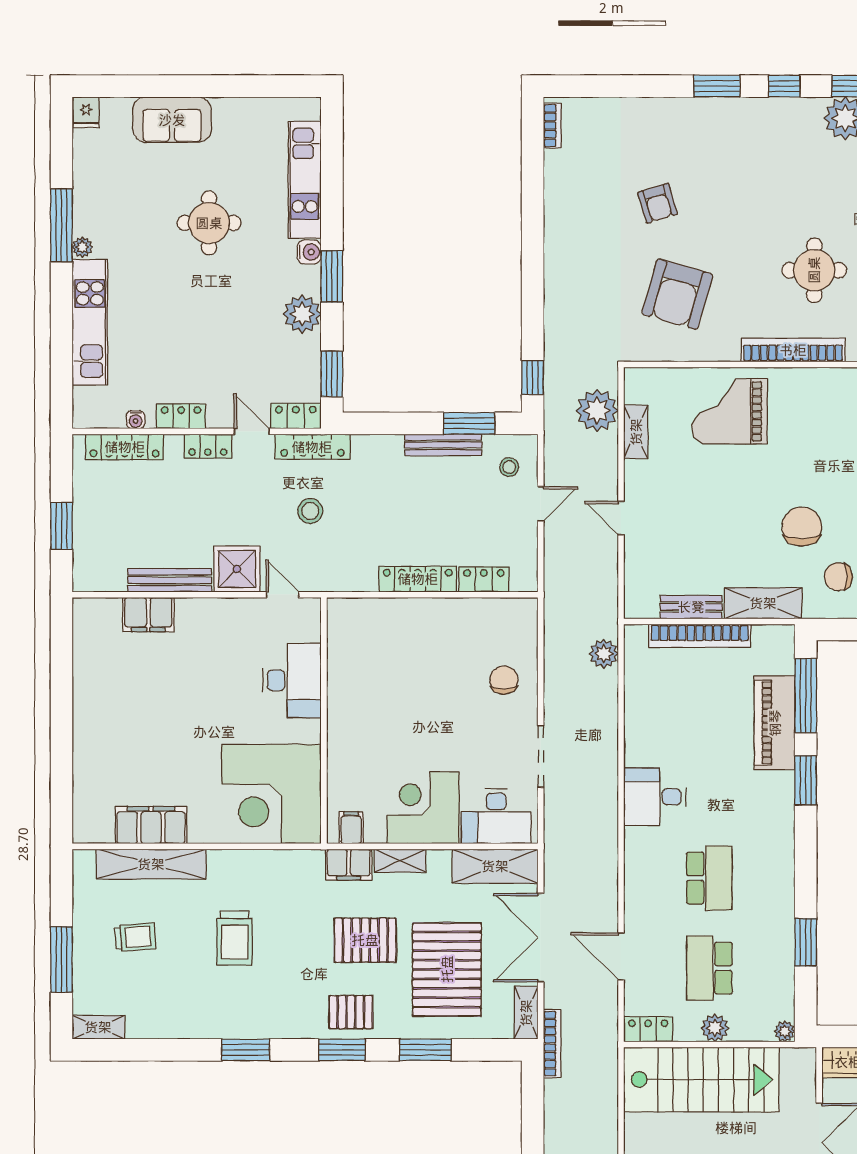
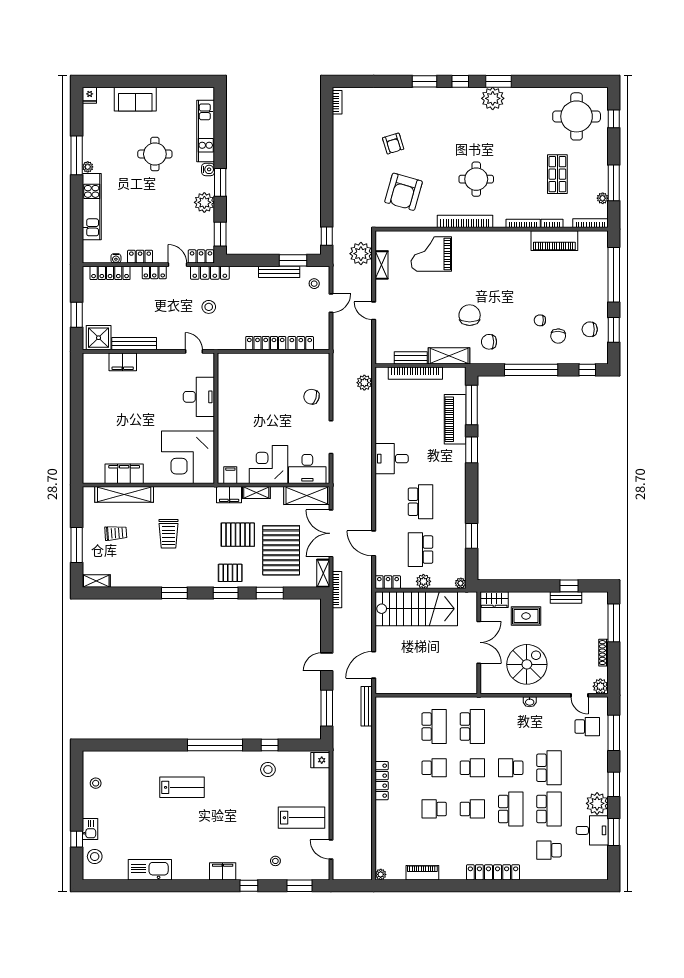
shower: (237, 569) -> (99, 338), moved
chair: (504, 680) -> (311, 397), turned -73

